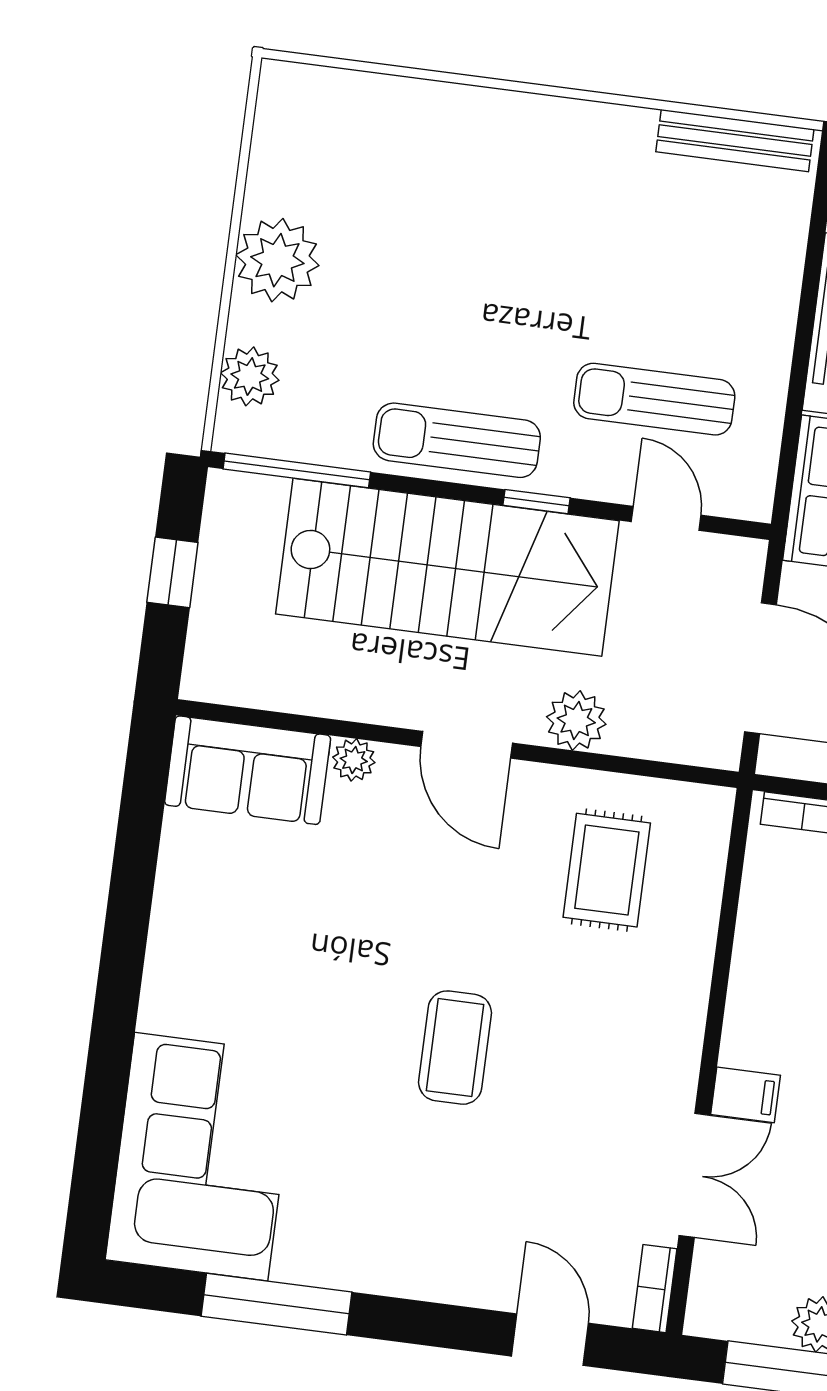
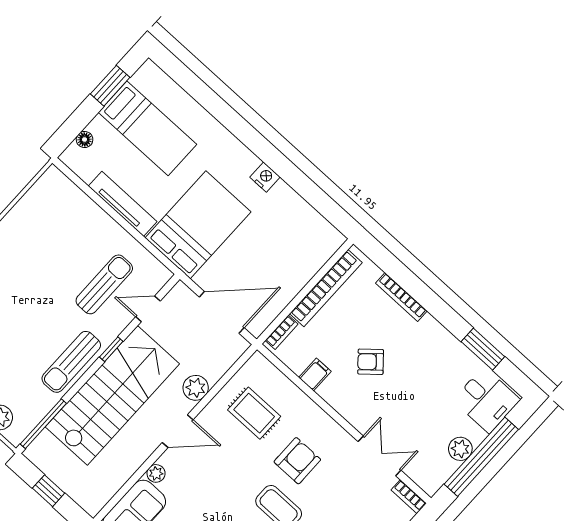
bench: (735, 140) -> (35, 195), removed
sun lounger: (654, 399) -> (104, 284), turned 180
armchair: (572, 1020) -> (297, 461), added
filing cabinet: (746, 1095) -> (315, 374), moved

